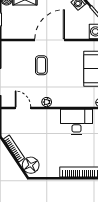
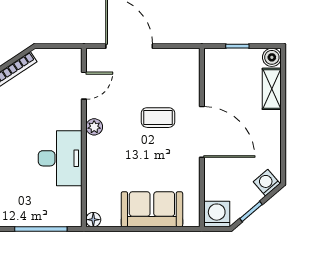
desk: (77, 122) -> (60, 158), moved

